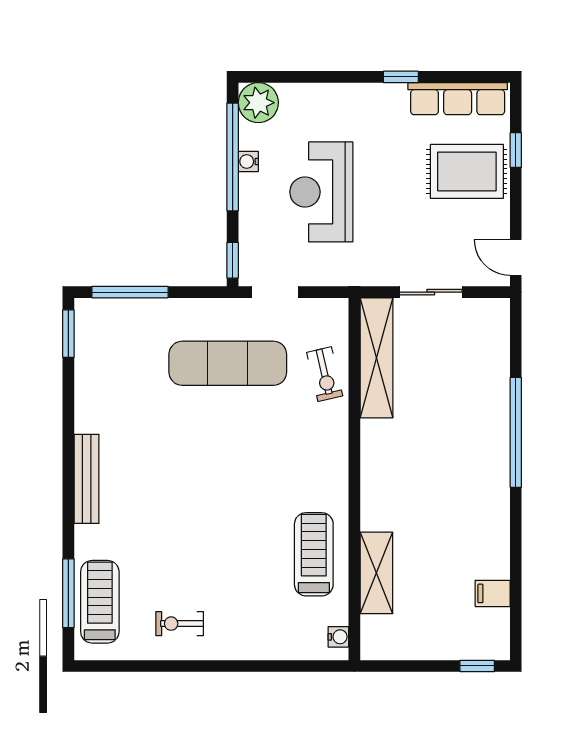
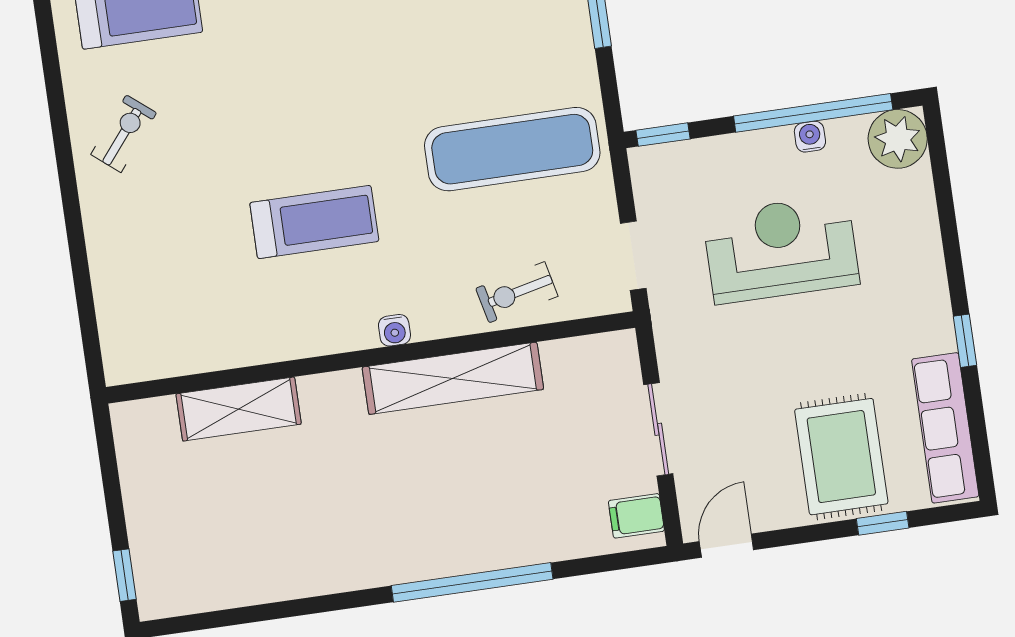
doorway: (275, 292) -> (633, 256), moved
shelving: (376, 358) -> (453, 378), moved
exercise mat: (228, 363) -> (512, 149), turned 90
treadmill: (314, 554) -> (314, 222), moved
filing cabinet: (493, 593) -> (636, 516), moved, turned -90
exercise bike: (180, 624) -> (124, 134), turned 39
water cooler: (338, 637) -> (394, 330), moved

